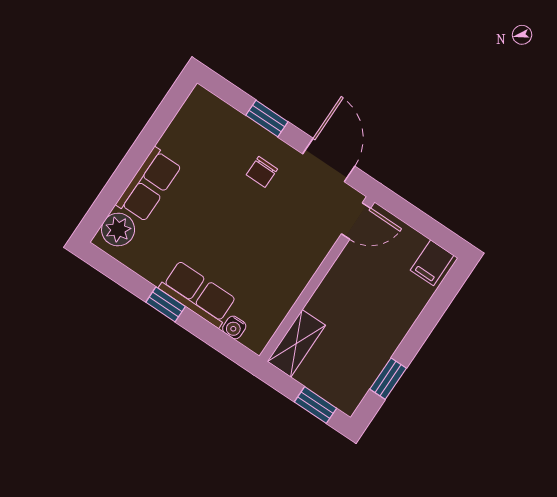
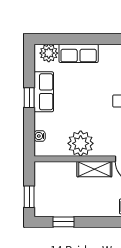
plant: (287, 273) -> (81, 143), added
row of seats: (198, 294) -> (44, 92), moved
shelving: (296, 343) -> (94, 169), moved

